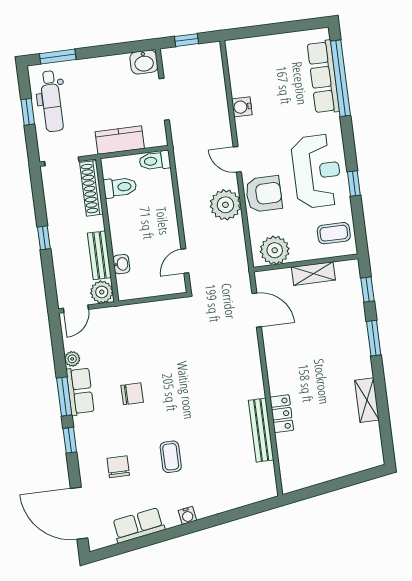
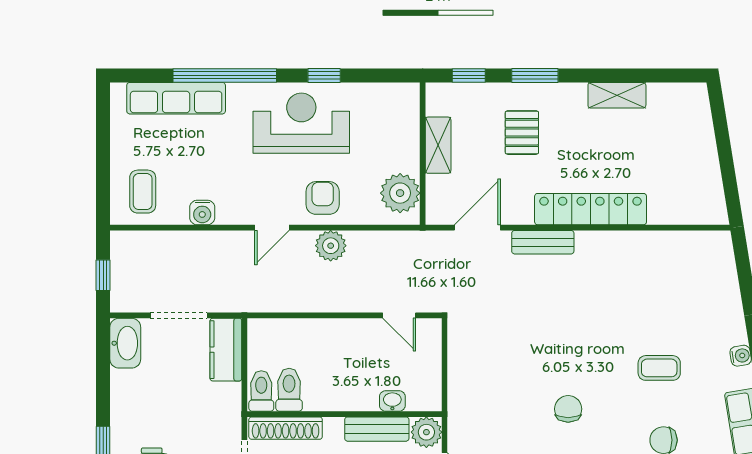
washbasin: (144, 62) -> (125, 343), width x1.38
window: (340, 78) -> (225, 75), moved
kitchen counter: (120, 140) -> (226, 350), moved
toilet: (155, 161) -> (261, 391), moved, turned 180
armchair: (264, 194) -> (323, 198), width x0.72, depth x0.72
plant: (225, 205) -> (331, 246), width x0.73, depth x0.73
coffee table: (334, 233) -> (143, 192), moved
pallet: (331, 334) -> (522, 133), added
locker: (282, 414) -> (591, 209), width x2.16, depth x1.21
bench: (261, 430) -> (543, 242), moved, width x0.73

